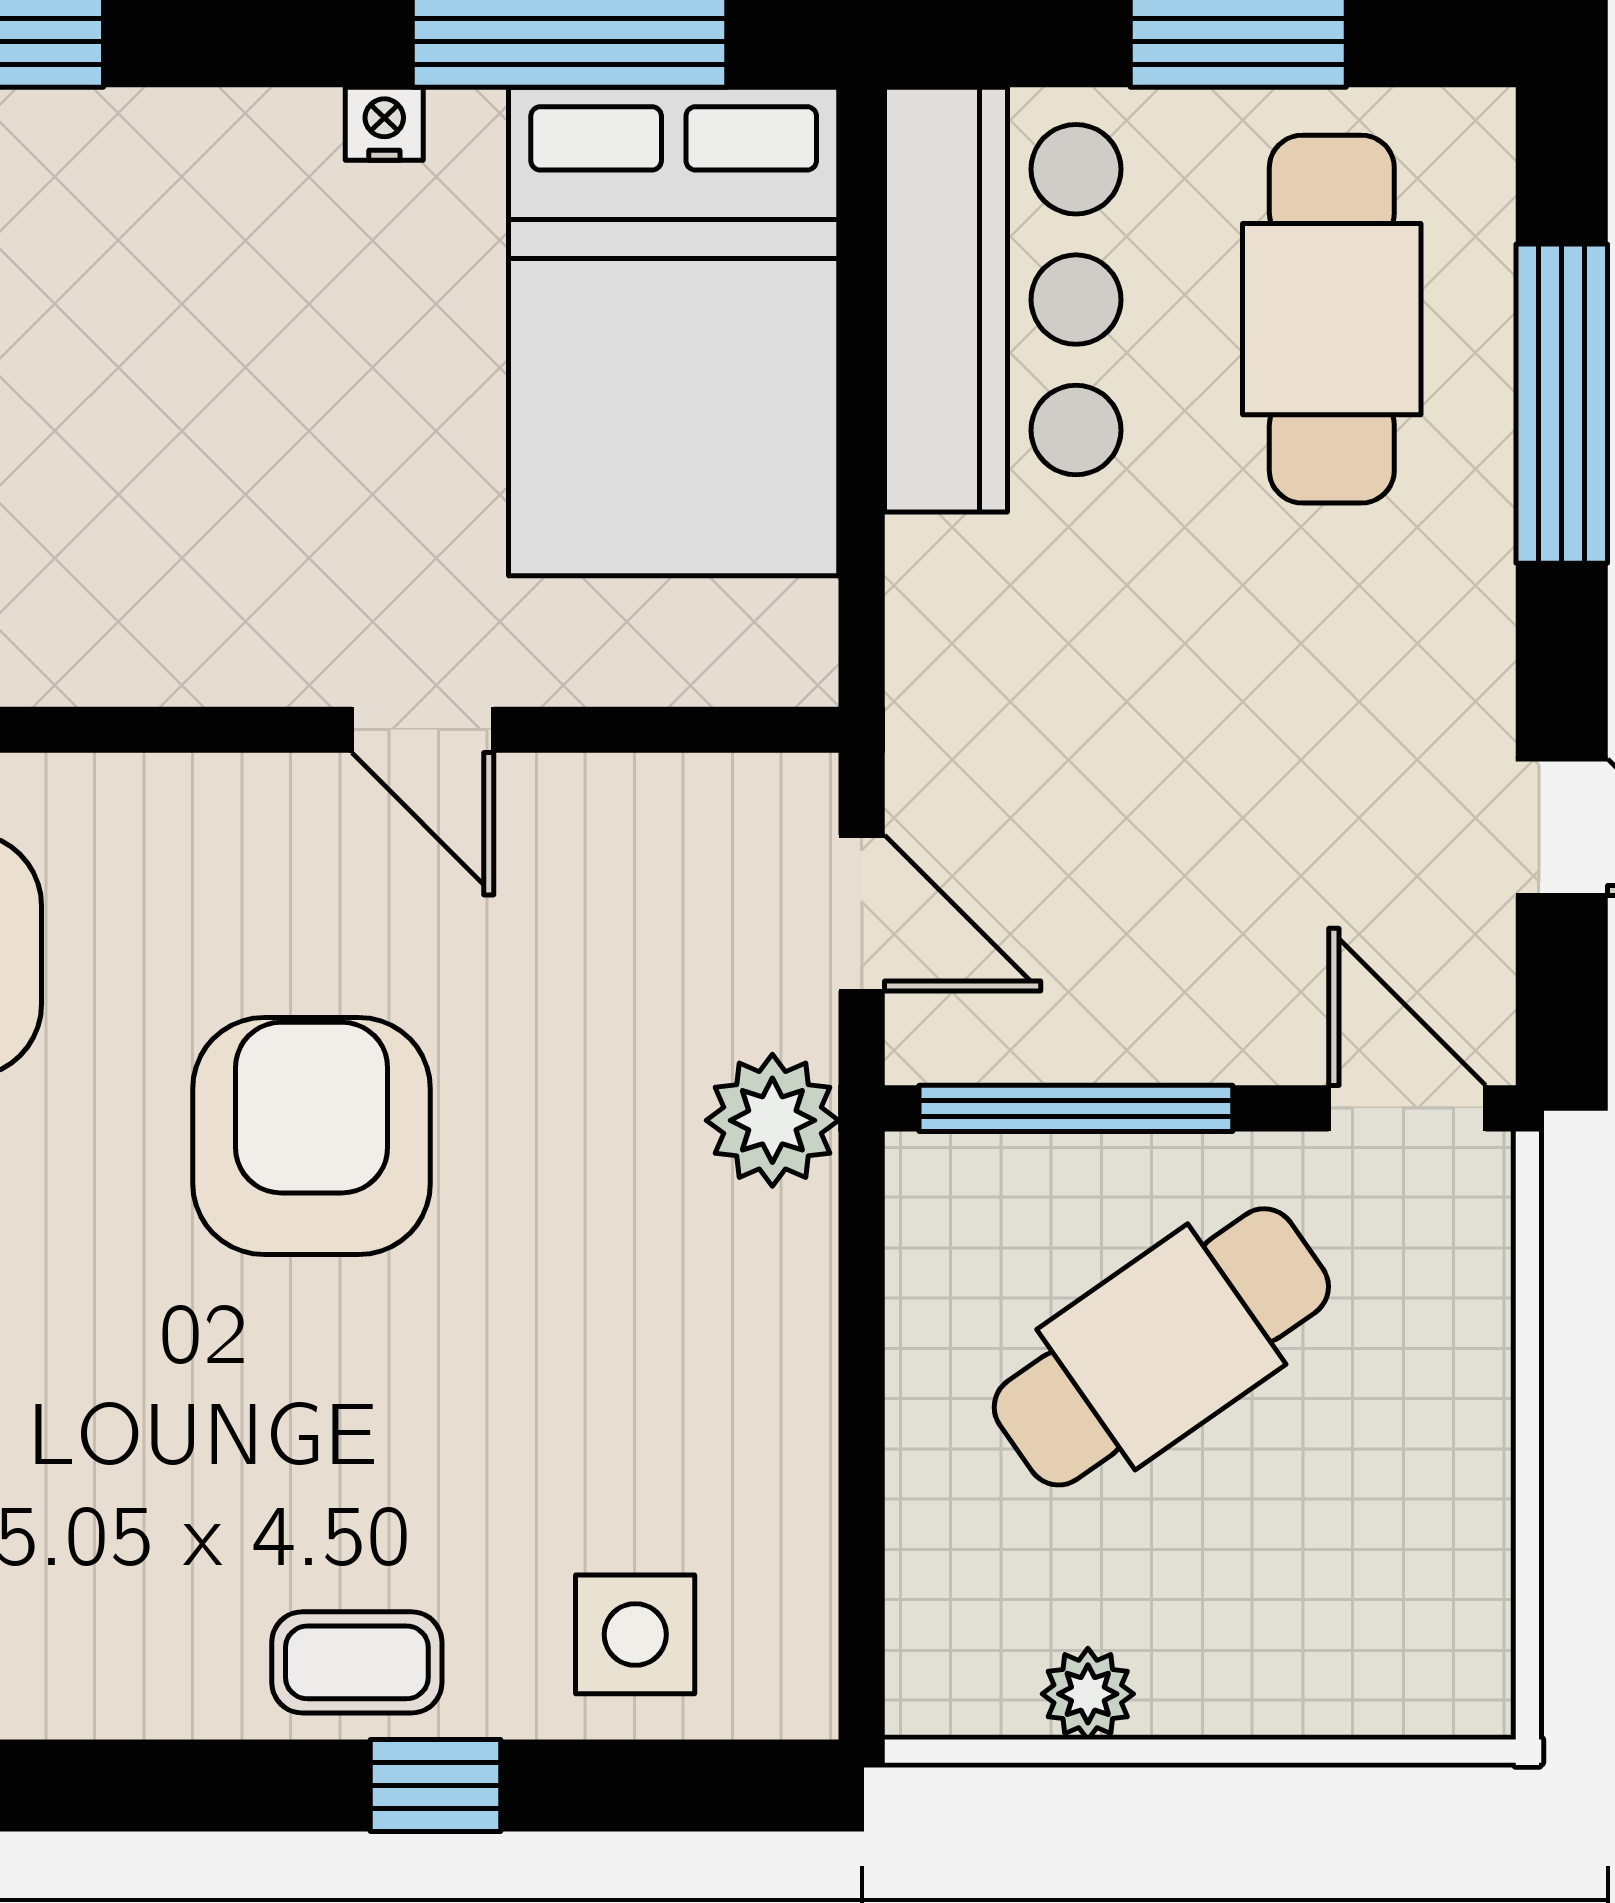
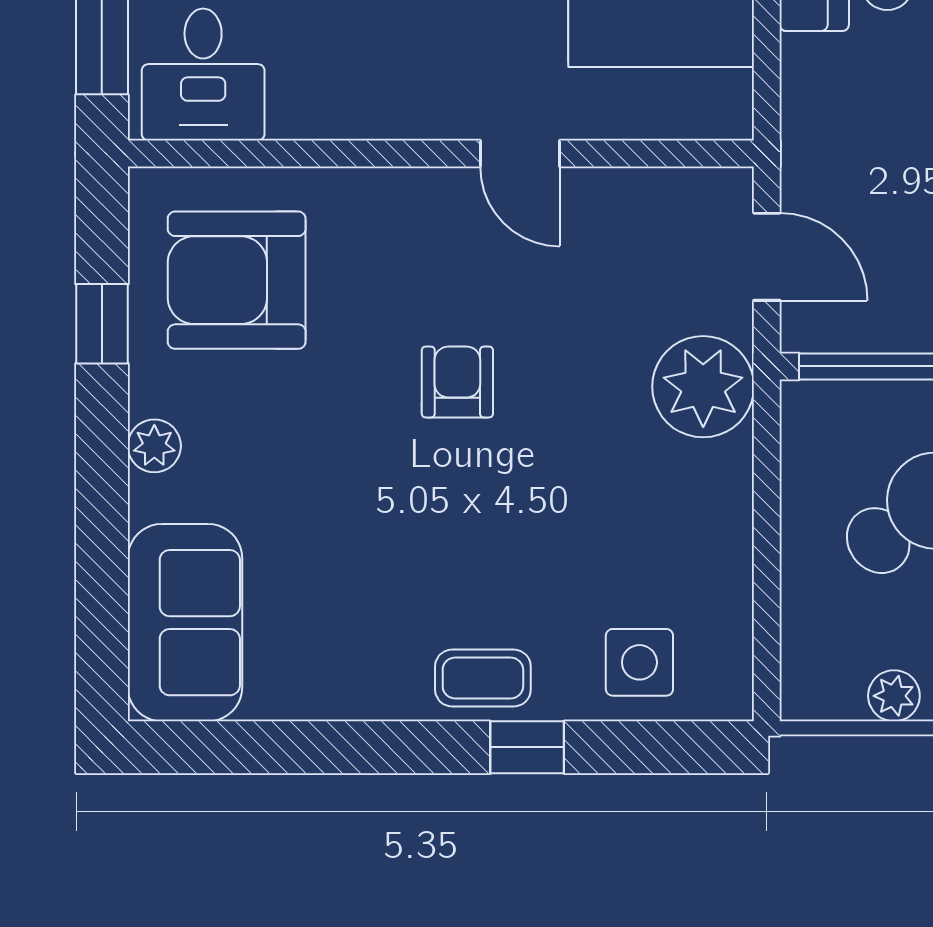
plant: (772, 1120) -> (703, 387), width x1.36, depth x1.36
armchair: (312, 1136) -> (457, 382), width x0.53, depth x0.53

